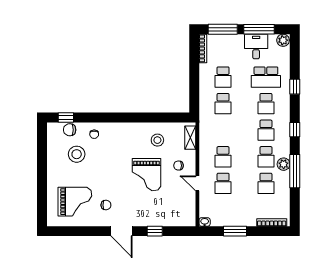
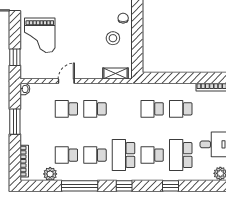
school desk: (266, 130) -> (124, 155), width x1.85
plant: (284, 164) -> (50, 174), moved
chair: (178, 166) -> (123, 18), moved
grand piano: (146, 175) -> (40, 35), moved, turned -90
window: (155, 231) -> (15, 57), moved

